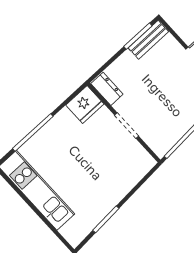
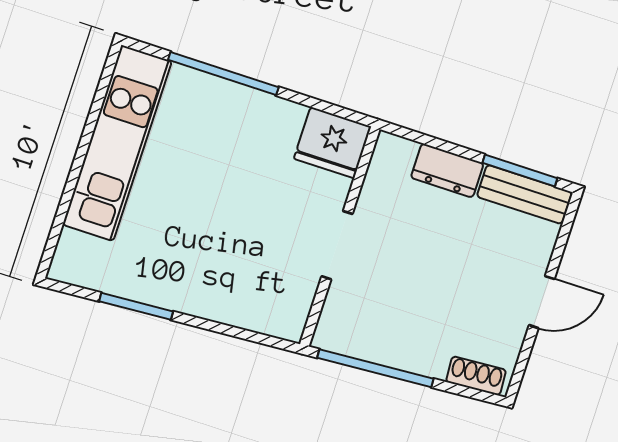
dresser: (107, 89) -> (447, 170), moved, turned 90

